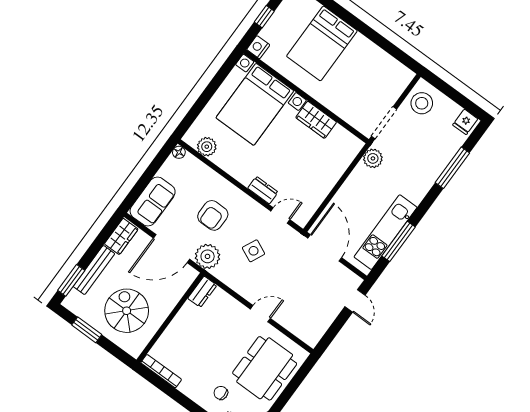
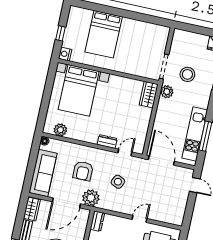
stool: (422, 103) -> (187, 74), moved
wardrobe: (316, 120) -> (149, 95), moved, turned 90
sofa: (153, 202) -> (43, 173), width x1.36

